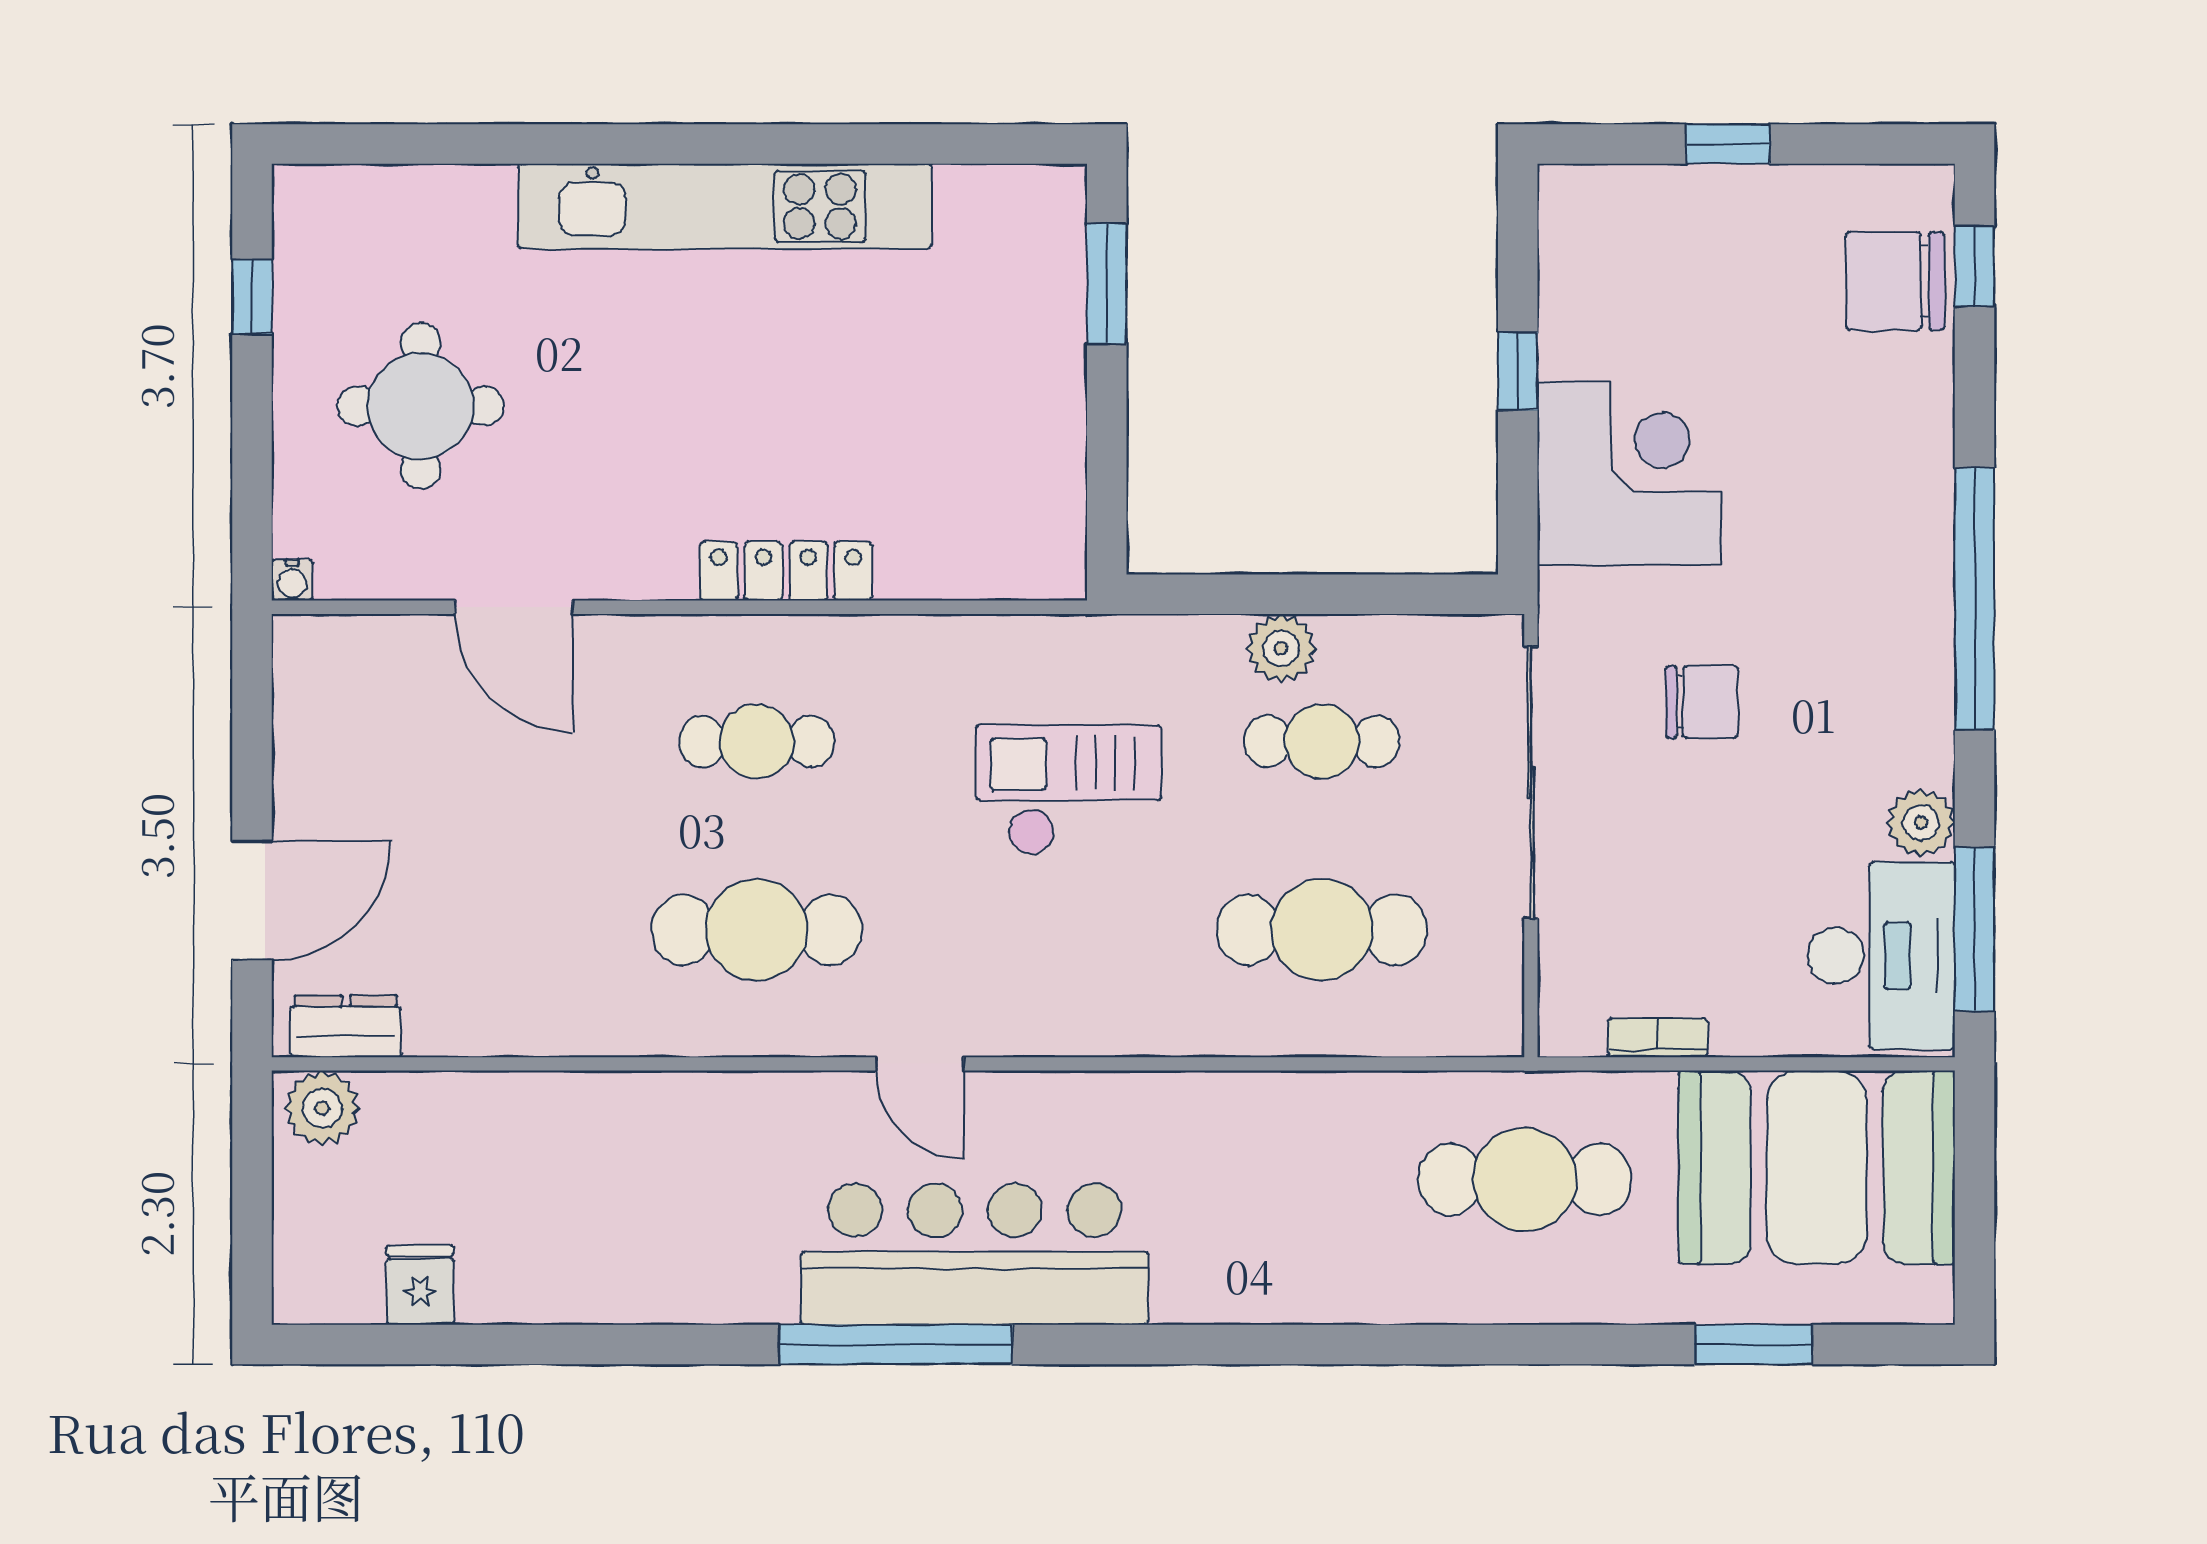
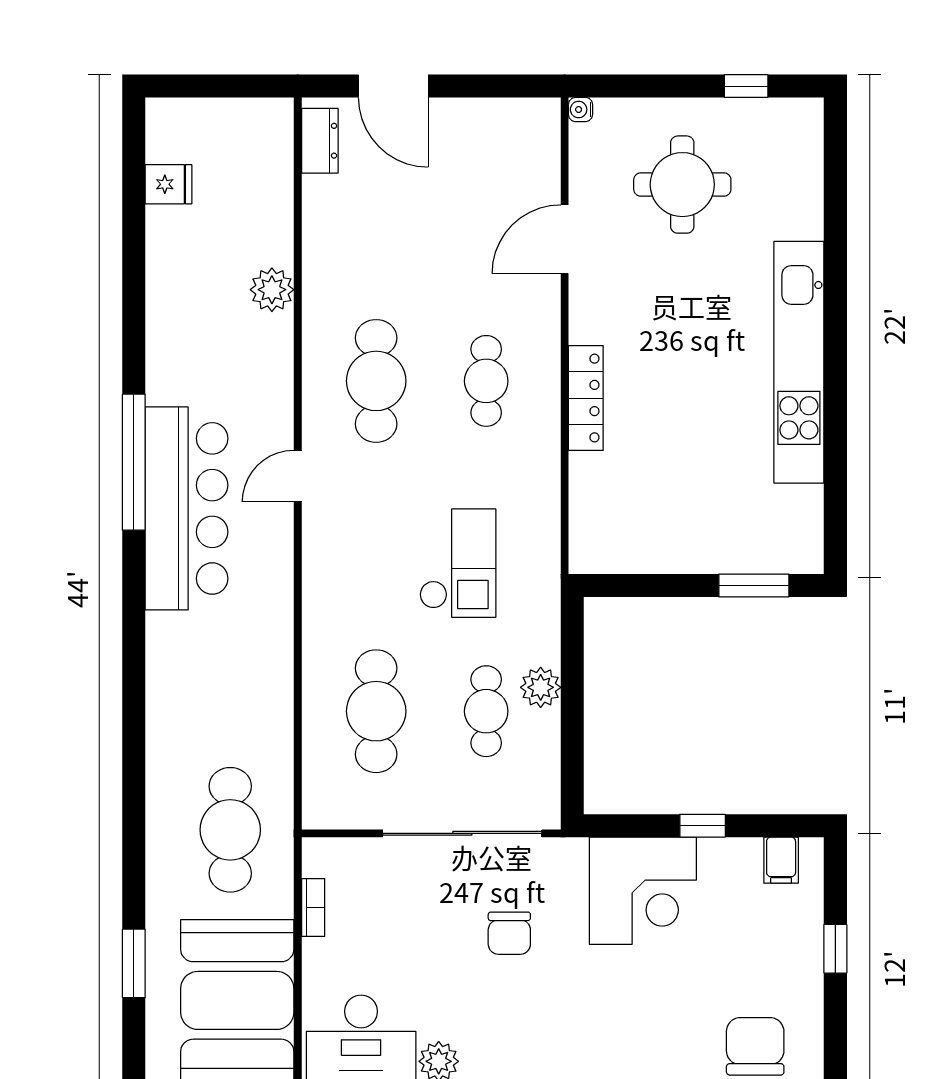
filing cabinet: (1577, 237) -> (781, 860), added
plant: (322, 1108) -> (272, 290), moved

